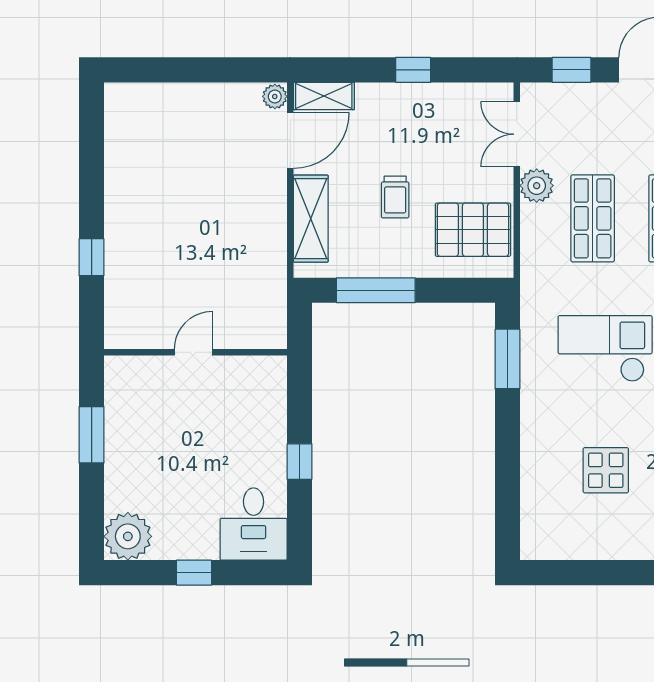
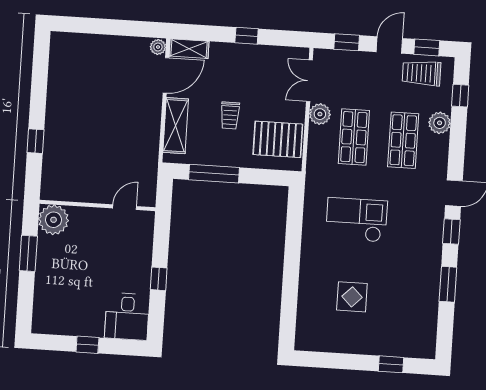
door: (193, 352) -> (125, 207), moved
window: (507, 359) -> (294, 222), removed
plant: (128, 536) -> (54, 220), moved

